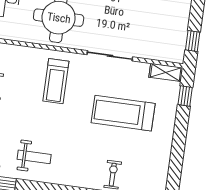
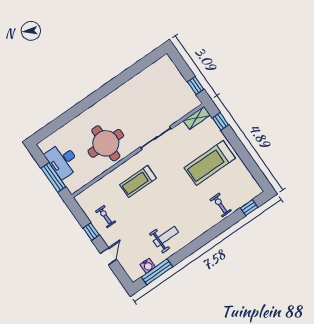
treadmill: (56, 81) -> (138, 181), turned 90
treadmill: (123, 113) -> (210, 163), moved

